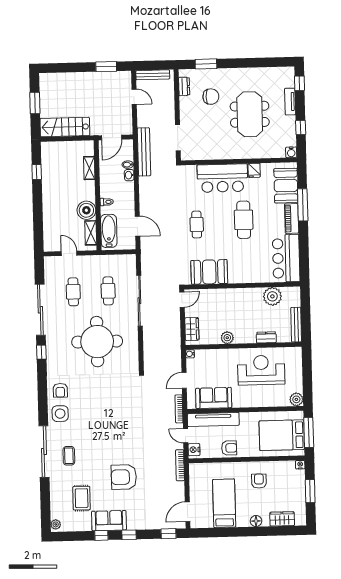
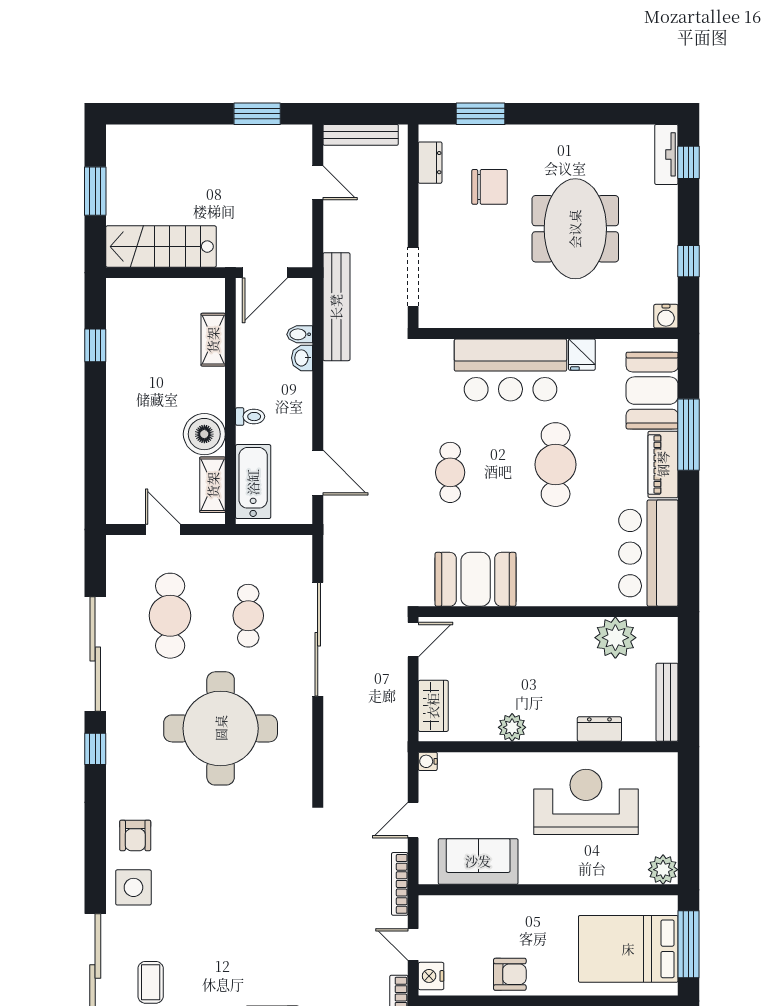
tv unit: (290, 102) -> (666, 154), moved
cafe table: (73, 292) -> (170, 616), width x1.37, depth x1.35
tv unit: (213, 420) -> (476, 910), removed

